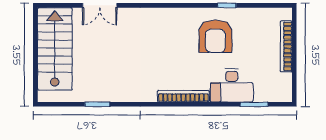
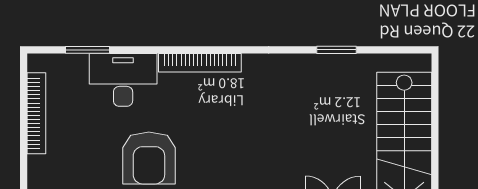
armchair: (215, 36) -> (149, 158), turned 180
bookcase: (286, 46) -> (36, 113), moved

